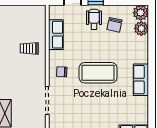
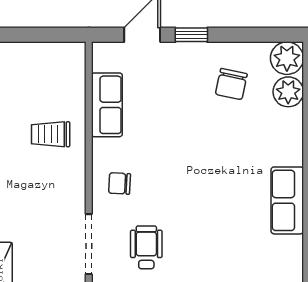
wheelchair: (94, 19) -> (146, 247), moved
coffee table: (98, 73) -> (196, 186), removed

